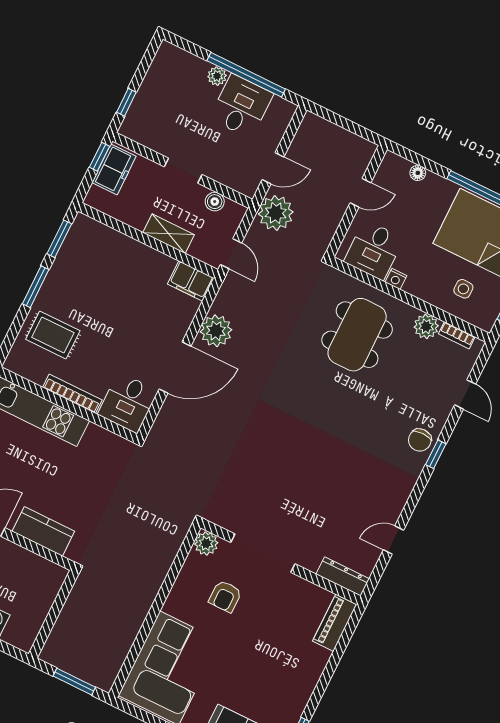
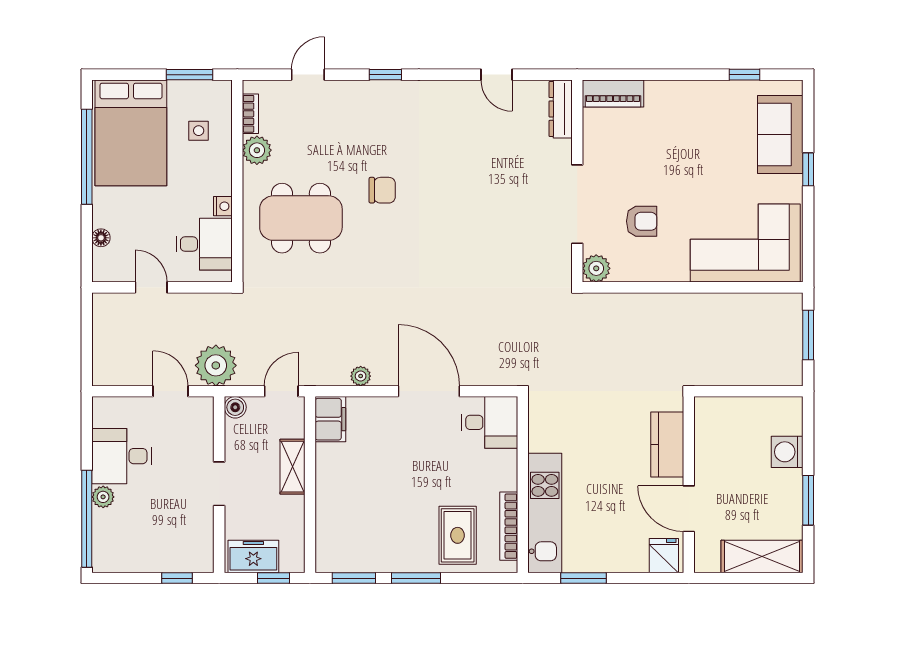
window: (246, 75) -> (87, 519), moved
window: (100, 157) -> (274, 578), moved
boiler: (215, 202) -> (235, 407), moved
plant: (216, 331) -> (361, 376), width x0.53, depth x0.53
bookcase: (72, 394) -> (509, 526), moved
chair: (420, 440) -> (382, 190), moved

